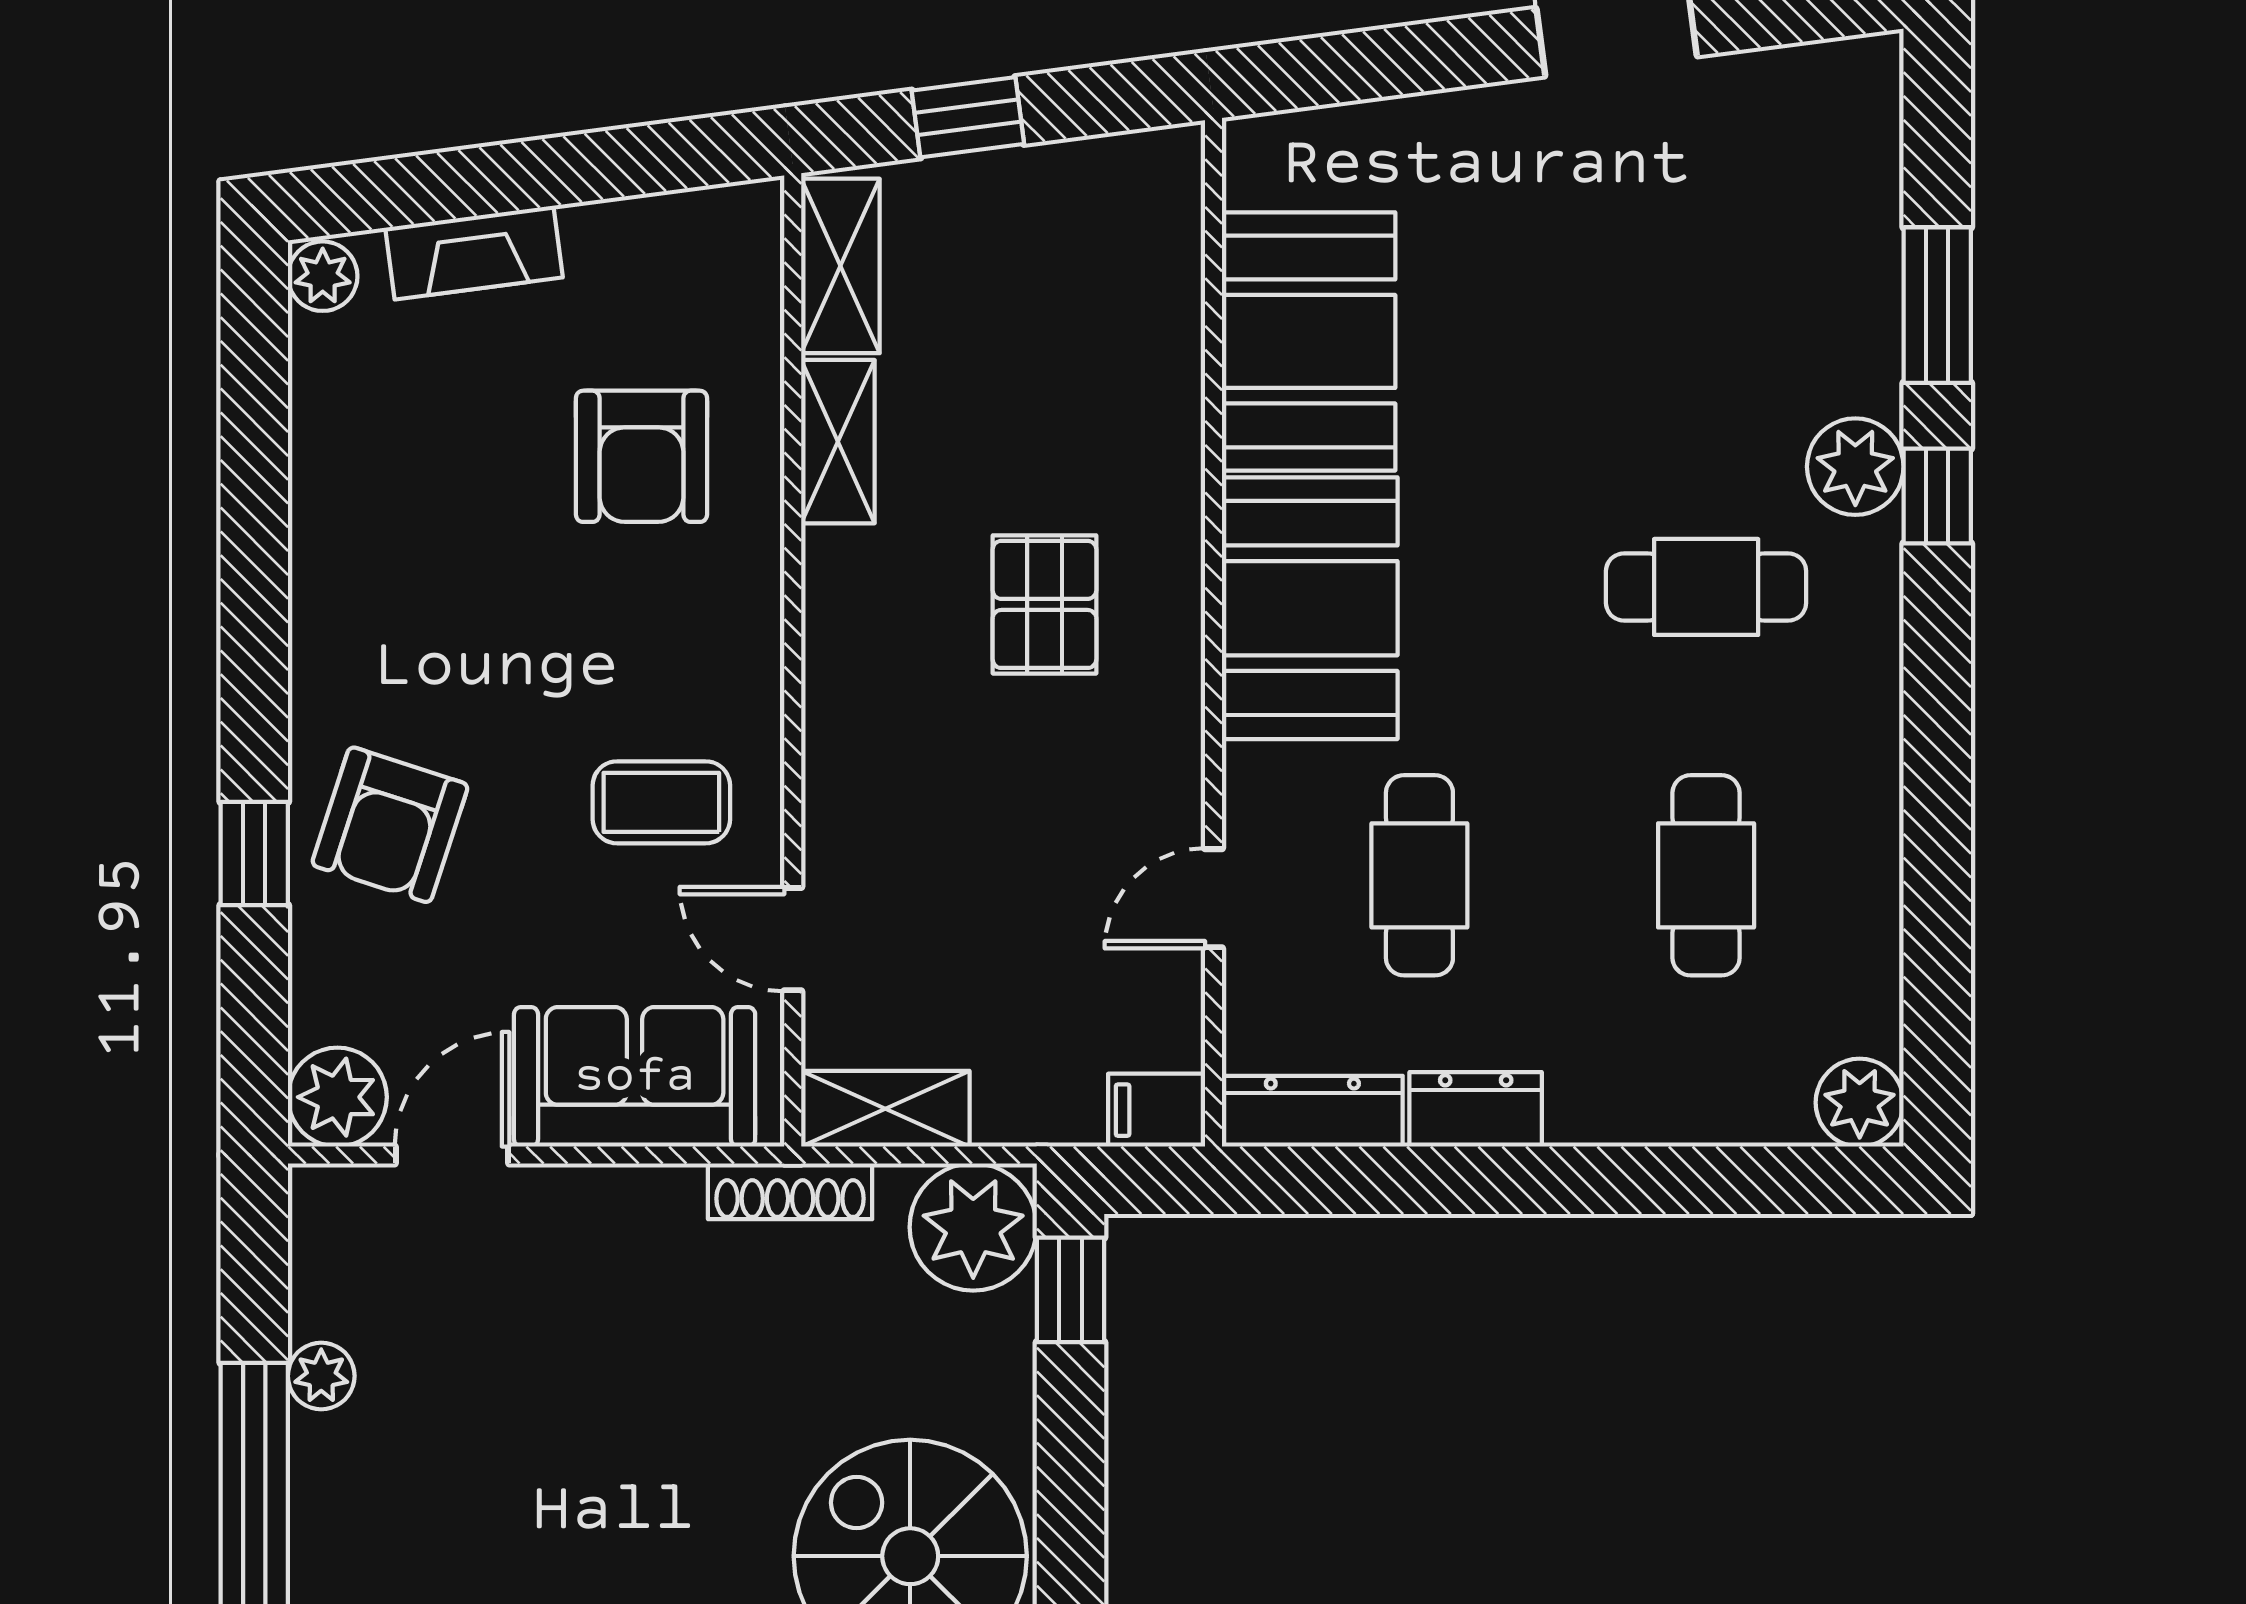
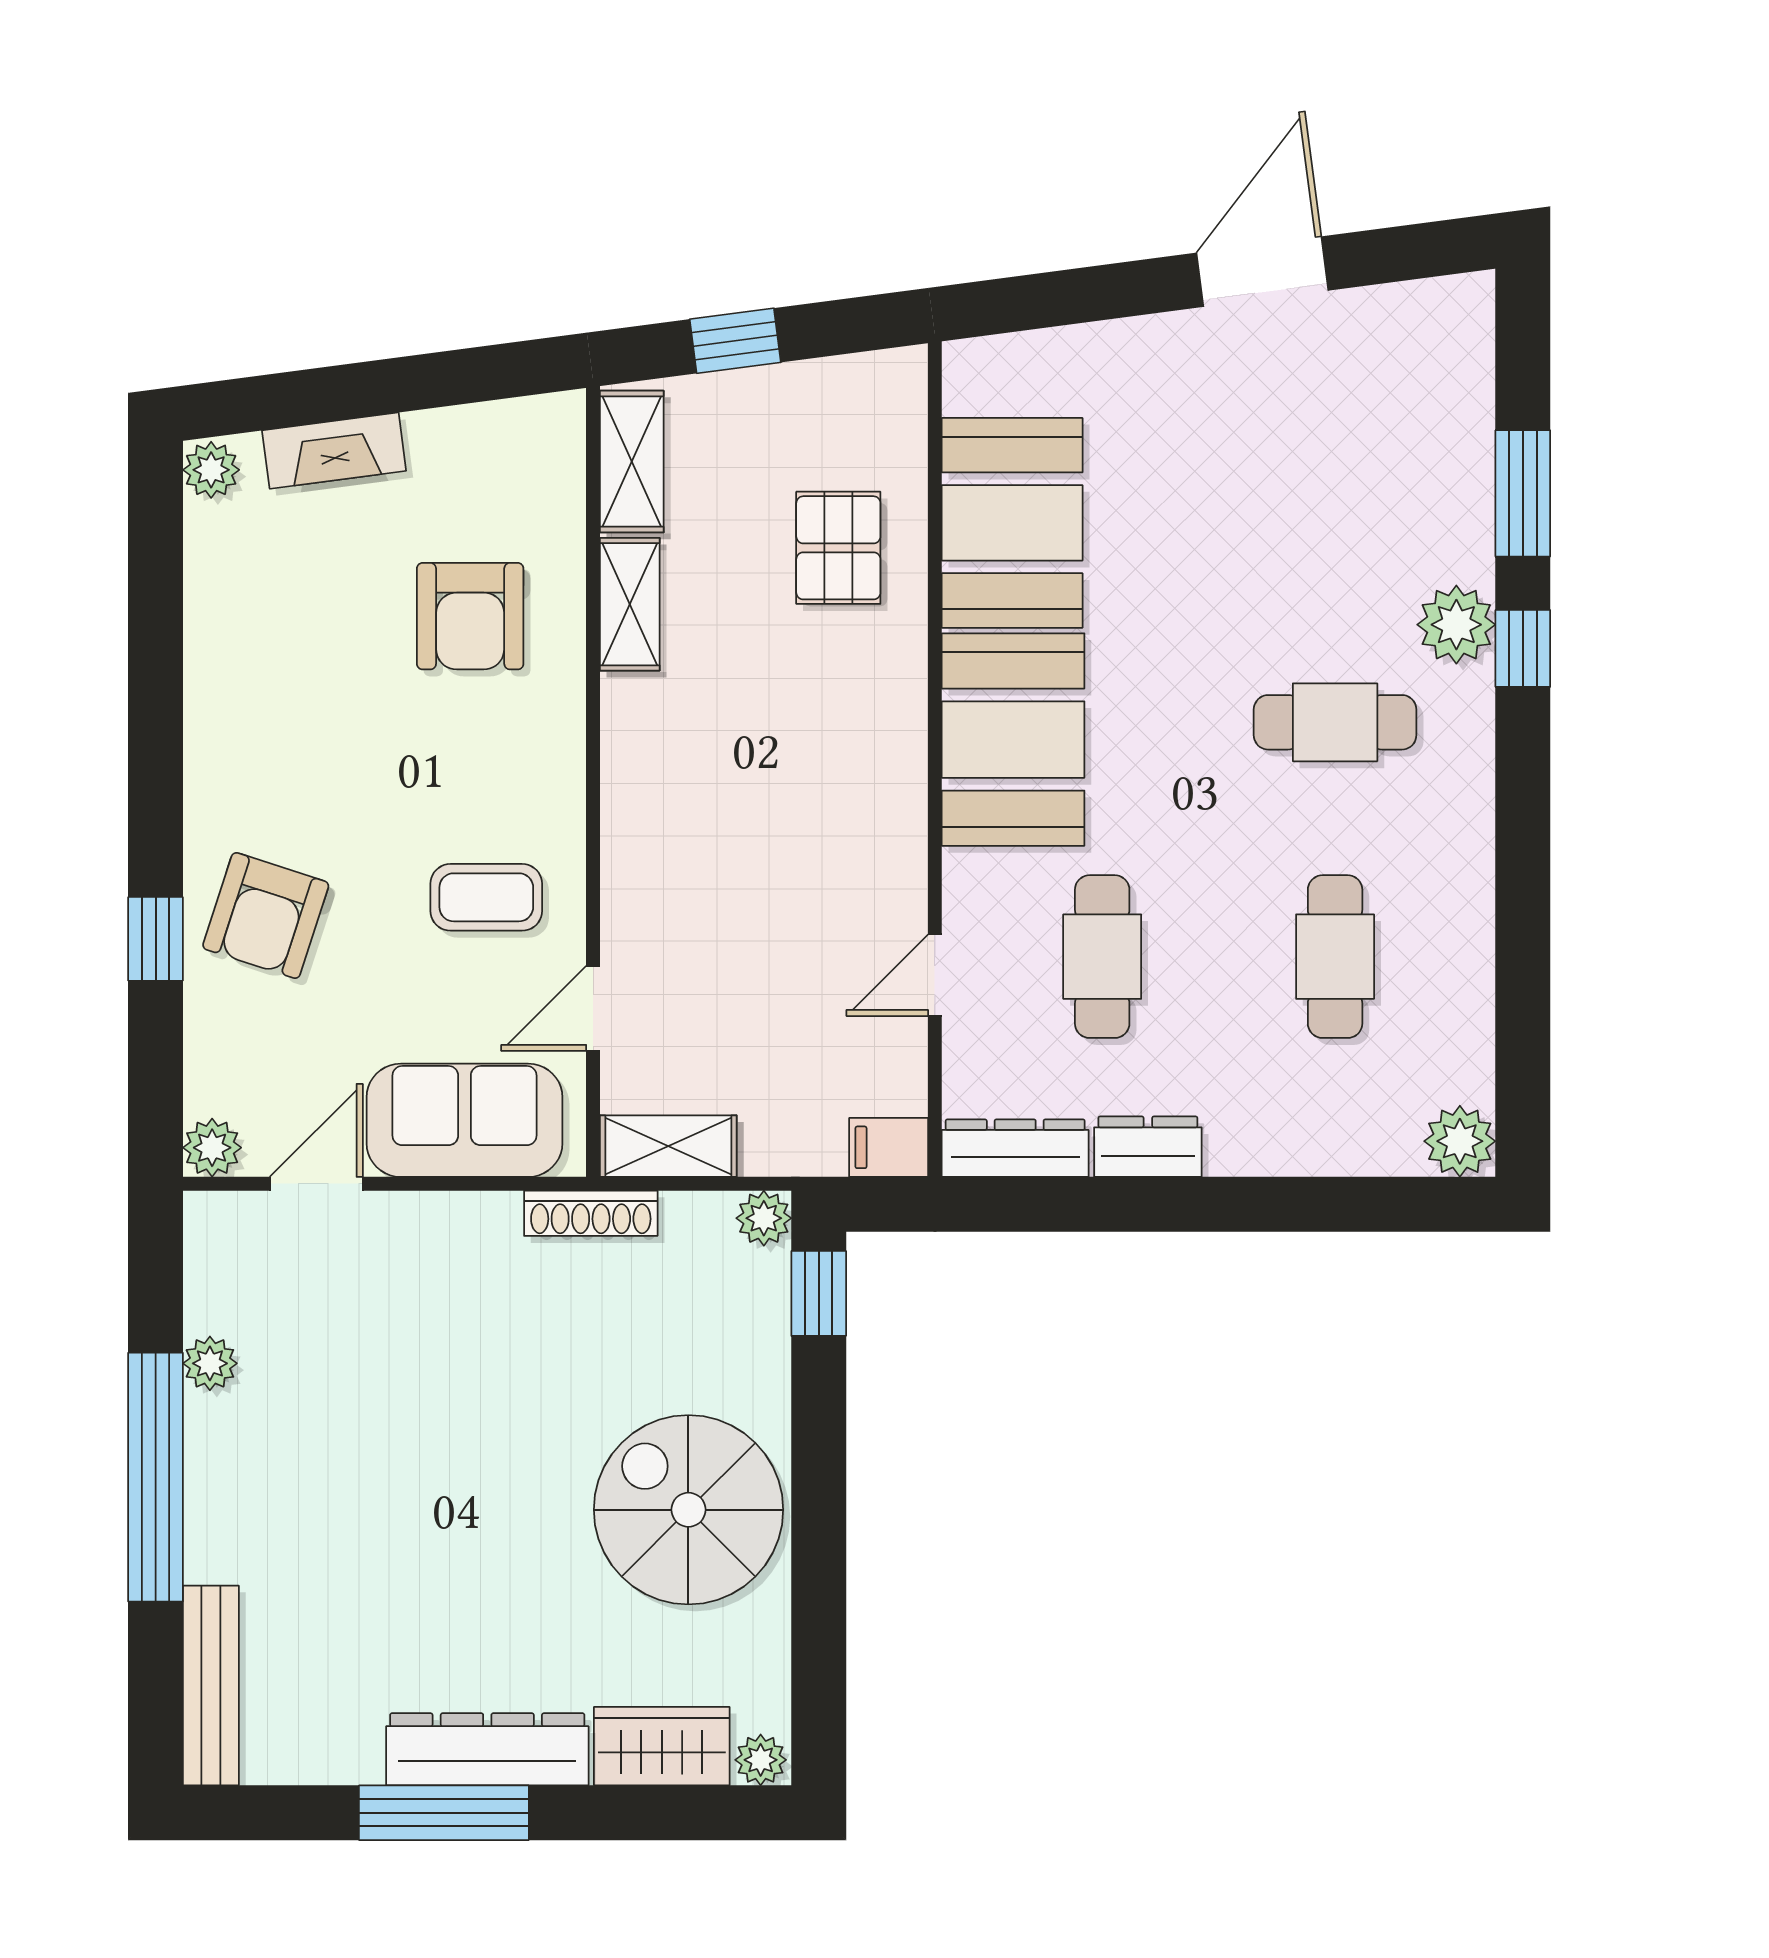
pallet: (1044, 604) -> (838, 548), moved
door: (793, 939) -> (593, 1008), hinge flipped
plant: (337, 1097) -> (212, 1148), width x0.73, depth x0.73
plant: (973, 1227) -> (764, 1218), width x0.53, depth x0.53

